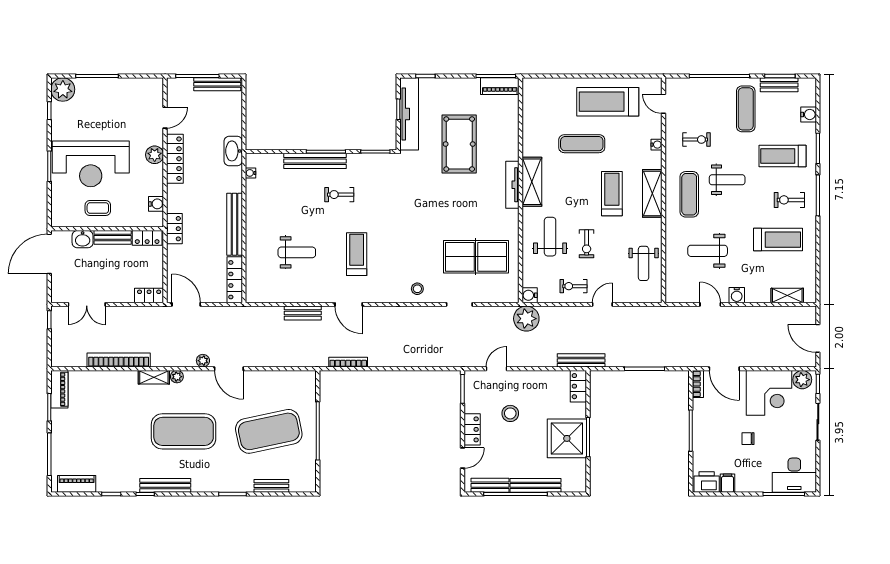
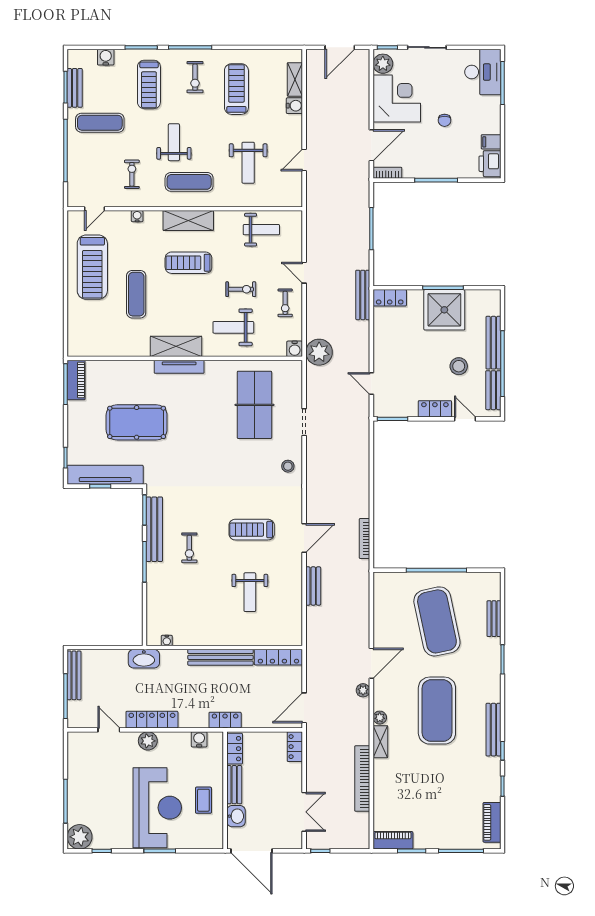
bench: (315, 161) -> (154, 529), moved
weight bench: (297, 252) -> (250, 592), turned 180
water cooler: (737, 295) -> (294, 106), moved
stool: (510, 413) -> (459, 366), moved

